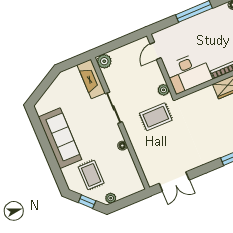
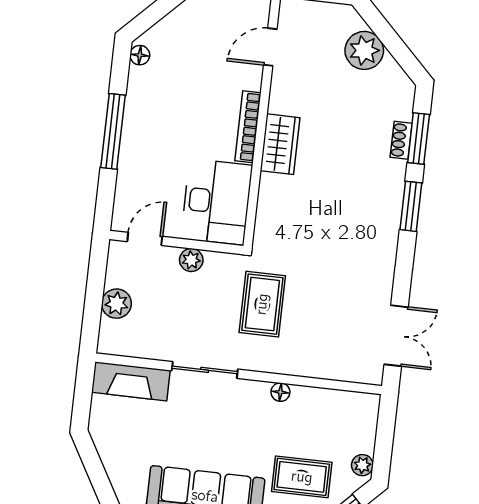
door: (156, 51) -> (145, 239), swing flipped
plant: (104, 61) -> (116, 304), moved
plant: (163, 90) -> (191, 260), moved

